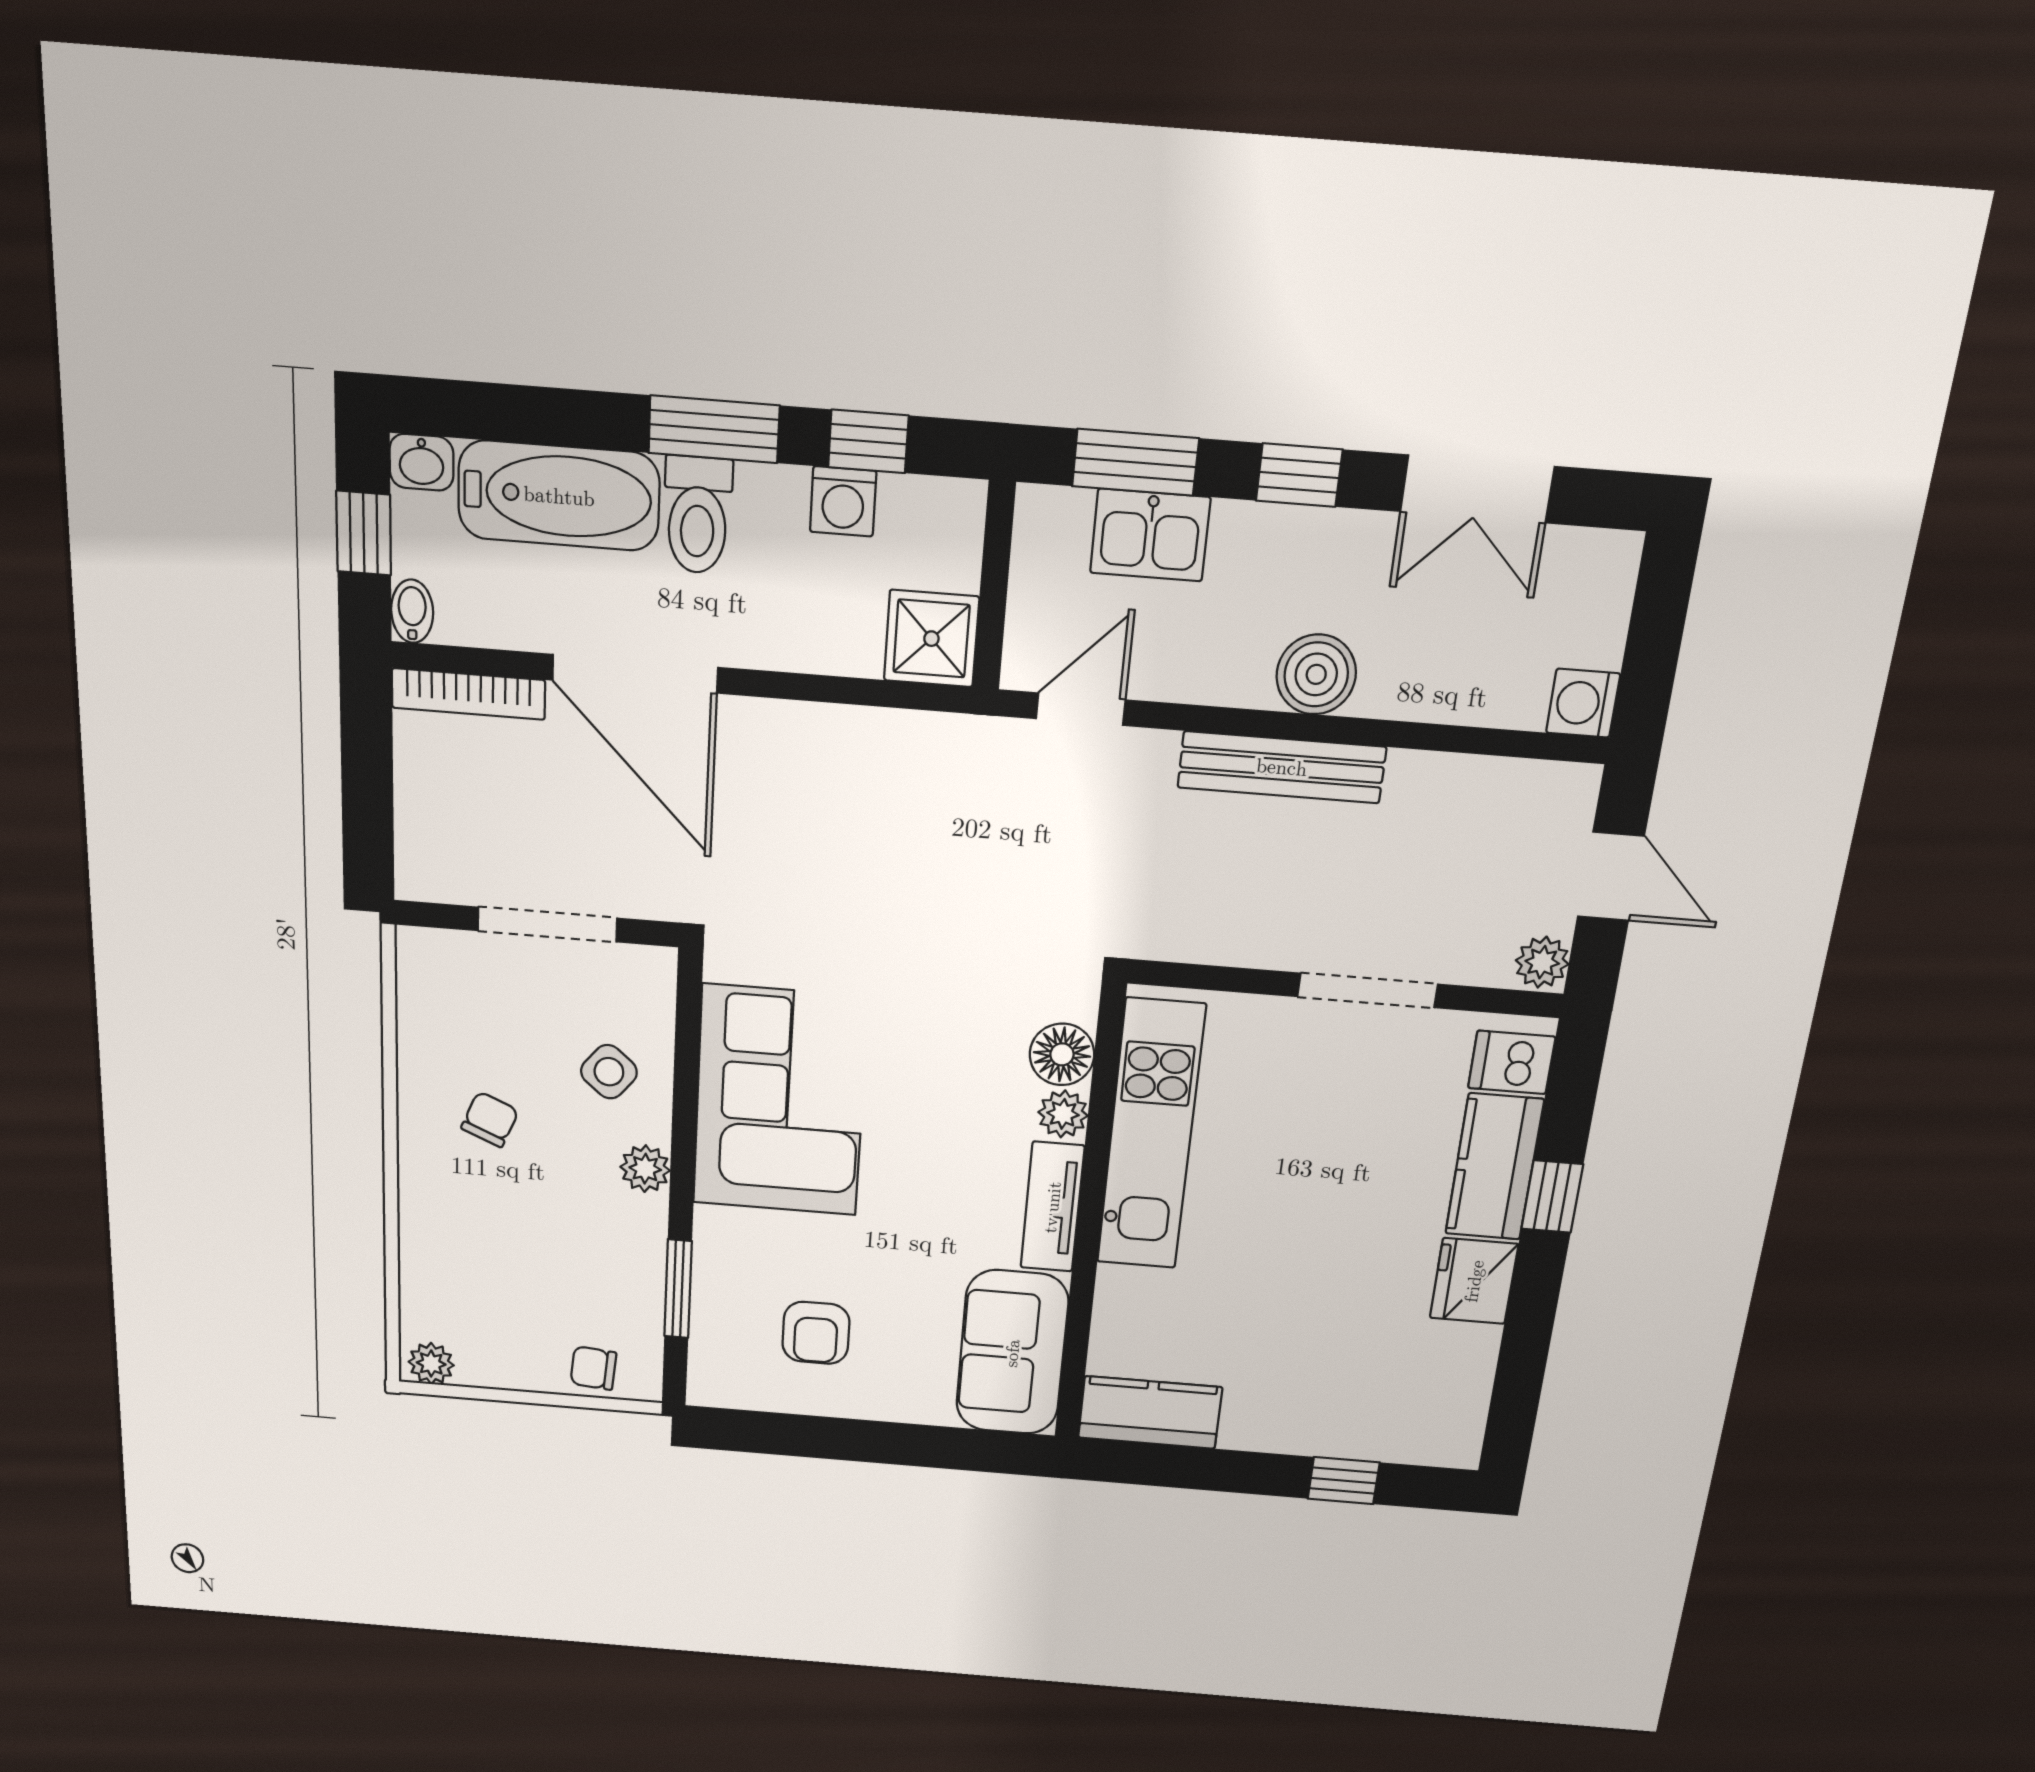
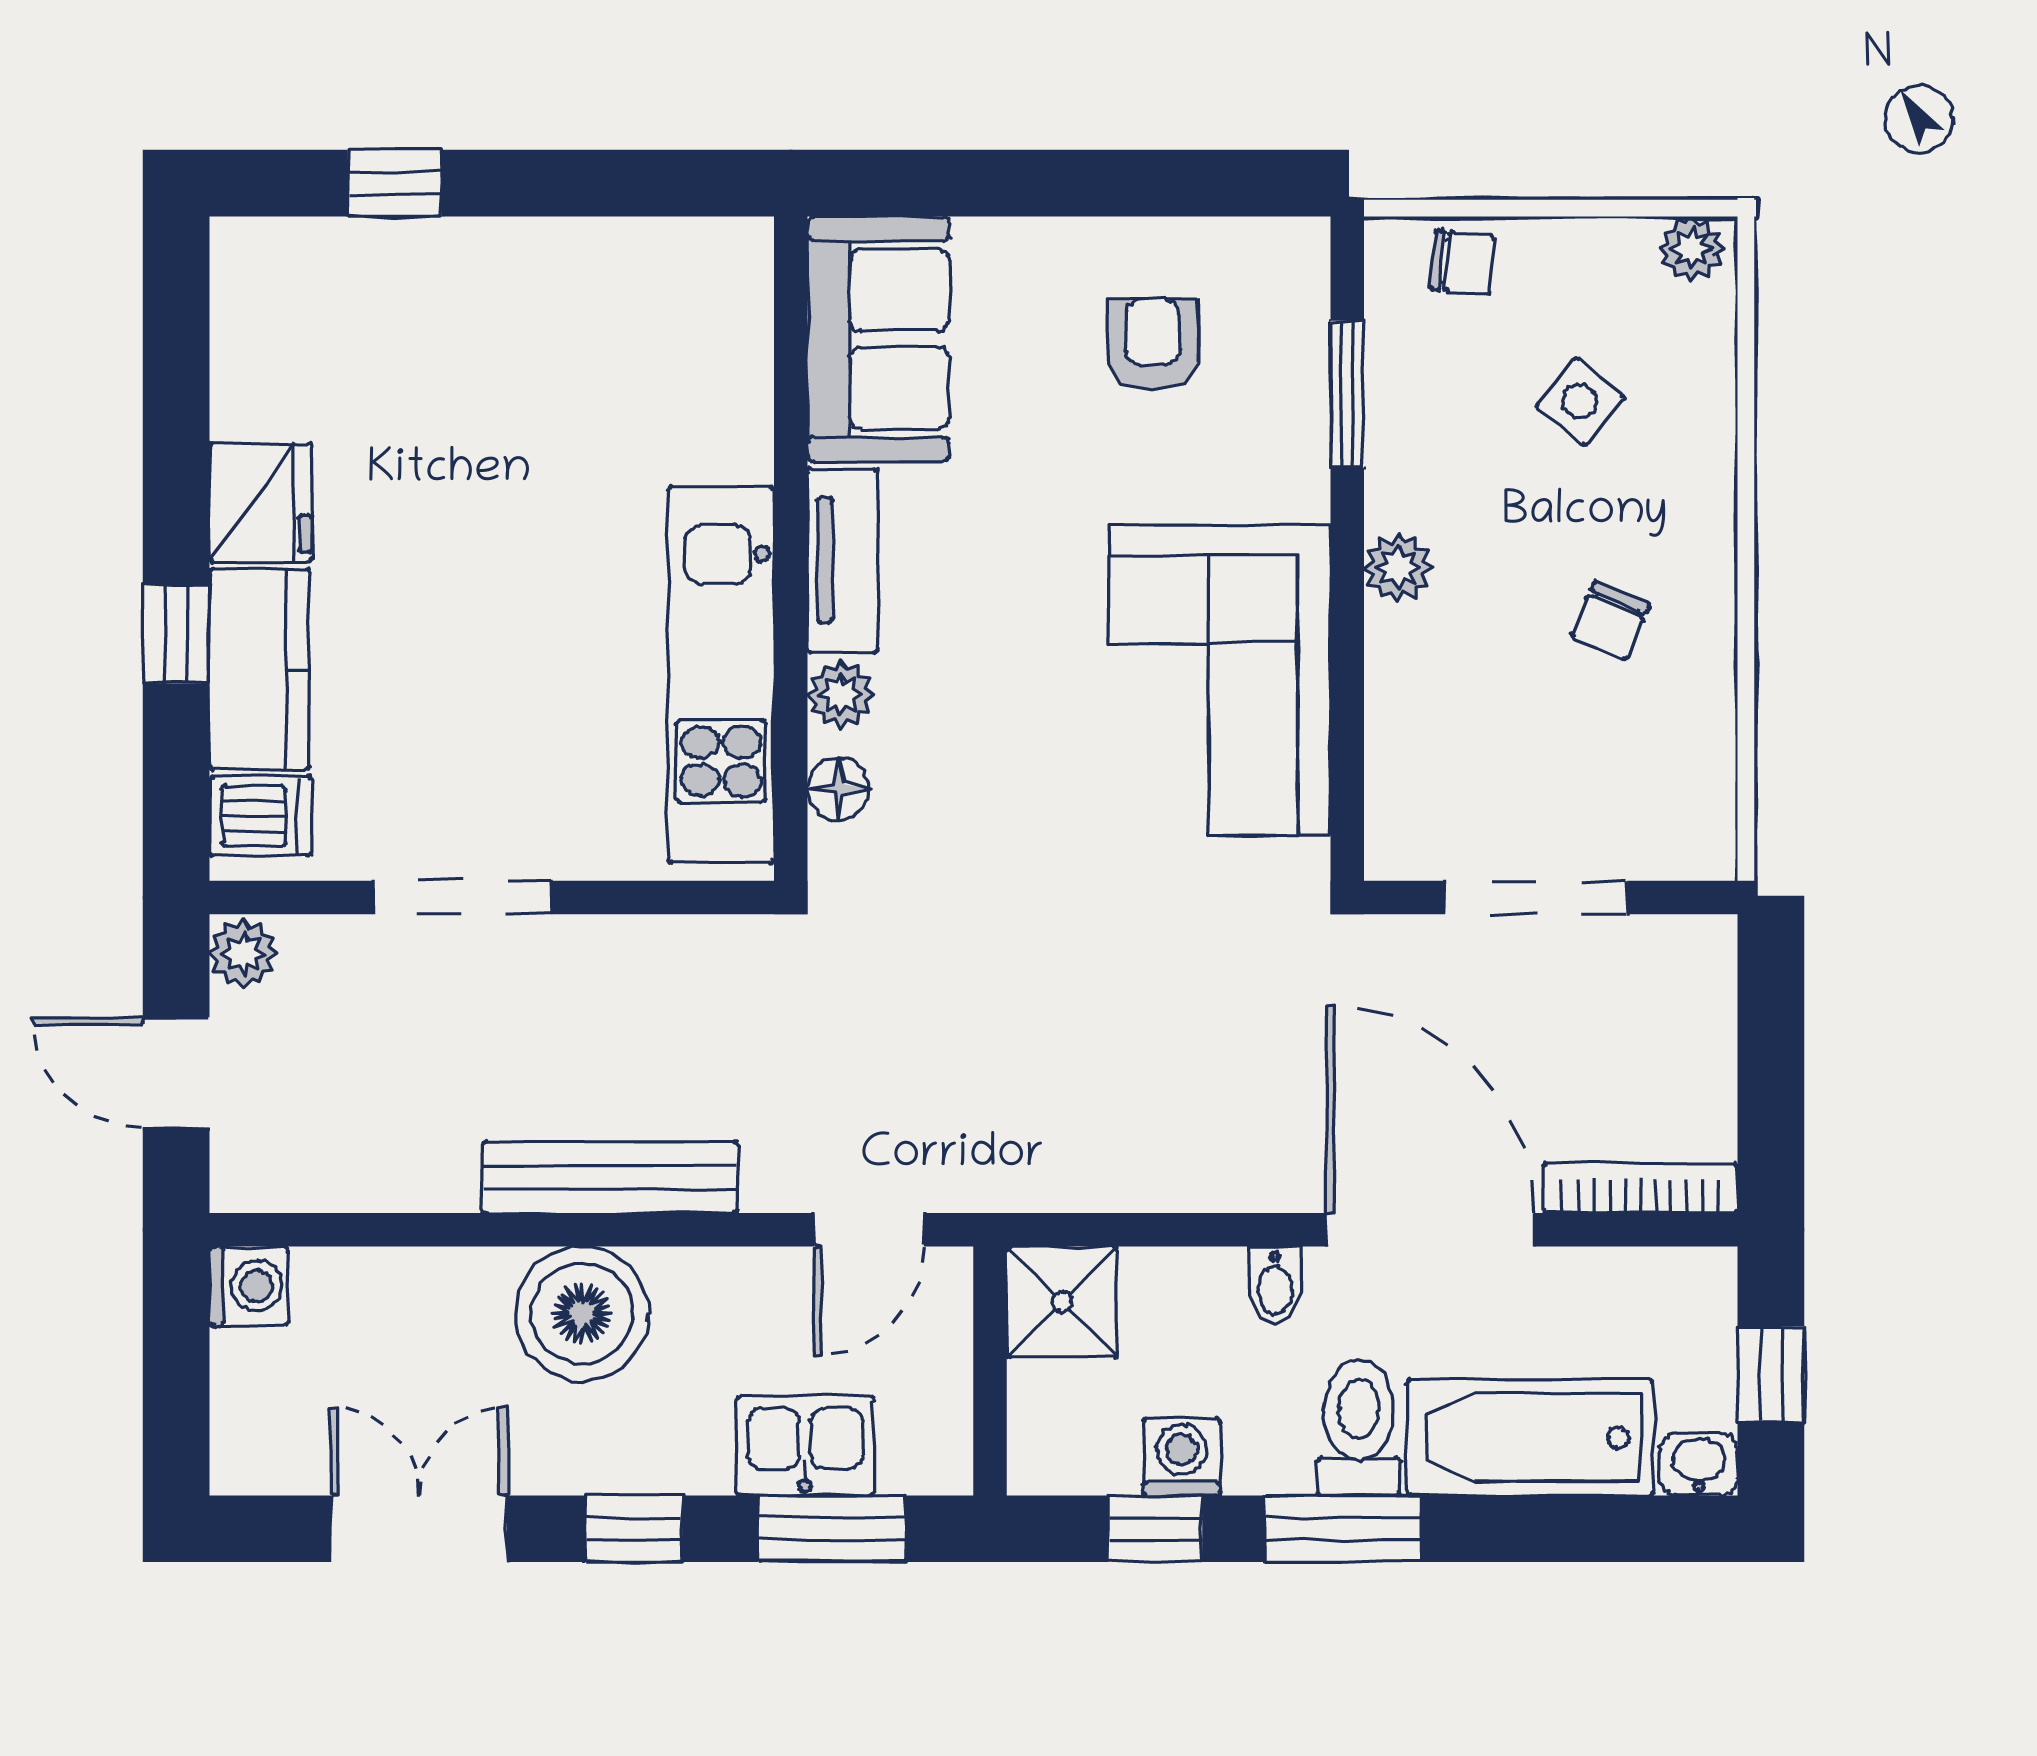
bidet: (412, 611) -> (1275, 1285), moved
boiler: (1316, 674) -> (582, 1313), width x1.37, depth x1.37
floor lamp: (1062, 1054) -> (838, 789), width x0.73, depth x0.73
side table: (609, 1072) -> (1580, 401), moved
kitchen counter: (1150, 1412) -> (678, 265), removed

